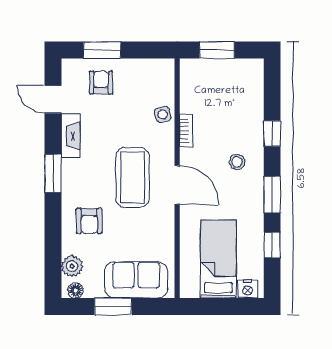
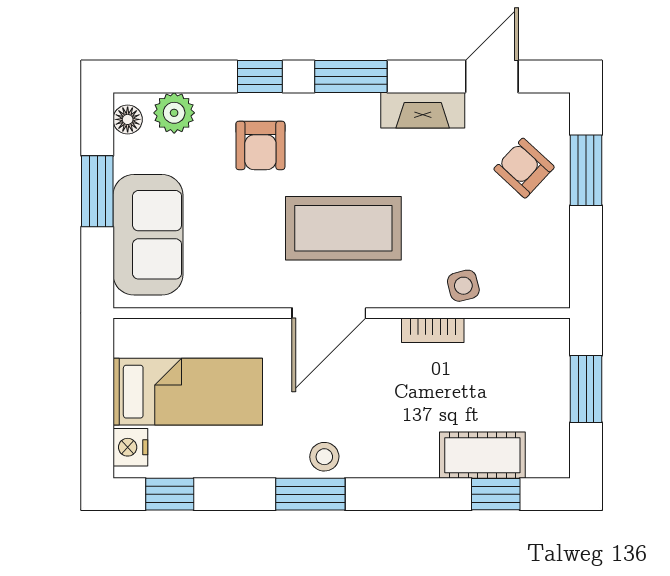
armchair: (101, 83) -> (524, 168), turned -137
cot: (252, 104) -> (482, 455), added
window: (272, 133) -> (496, 494), moved
stool: (237, 162) -> (324, 457), moved
window: (53, 221) -> (260, 77), added
armchair: (89, 221) -> (260, 145), turned -90
window: (272, 245) -> (170, 494), moved

